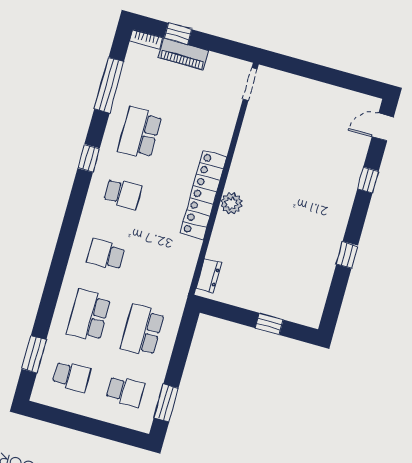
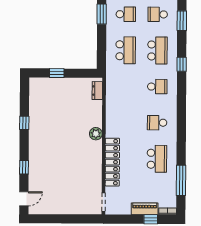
window: (89, 158) -> (182, 64), moved
locker: (203, 195) -> (112, 162), moved
school desk: (125, 391) -> (126, 14), turned 180

